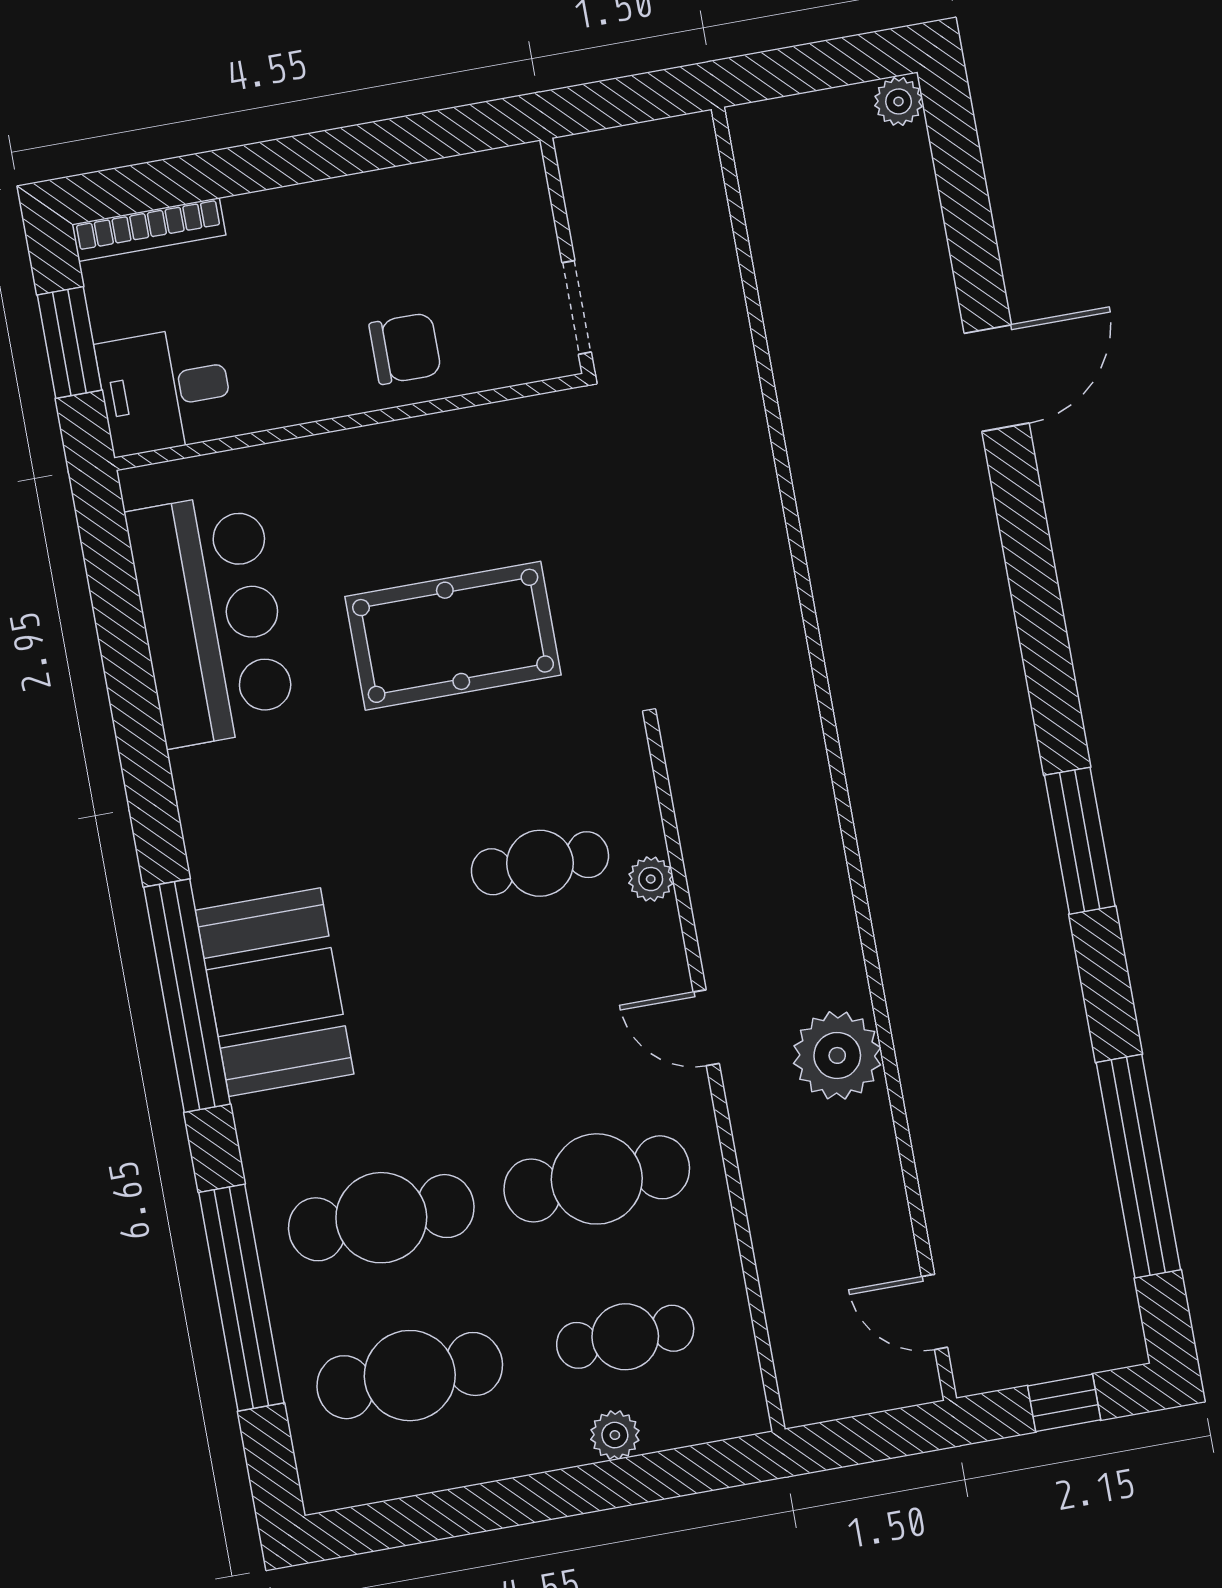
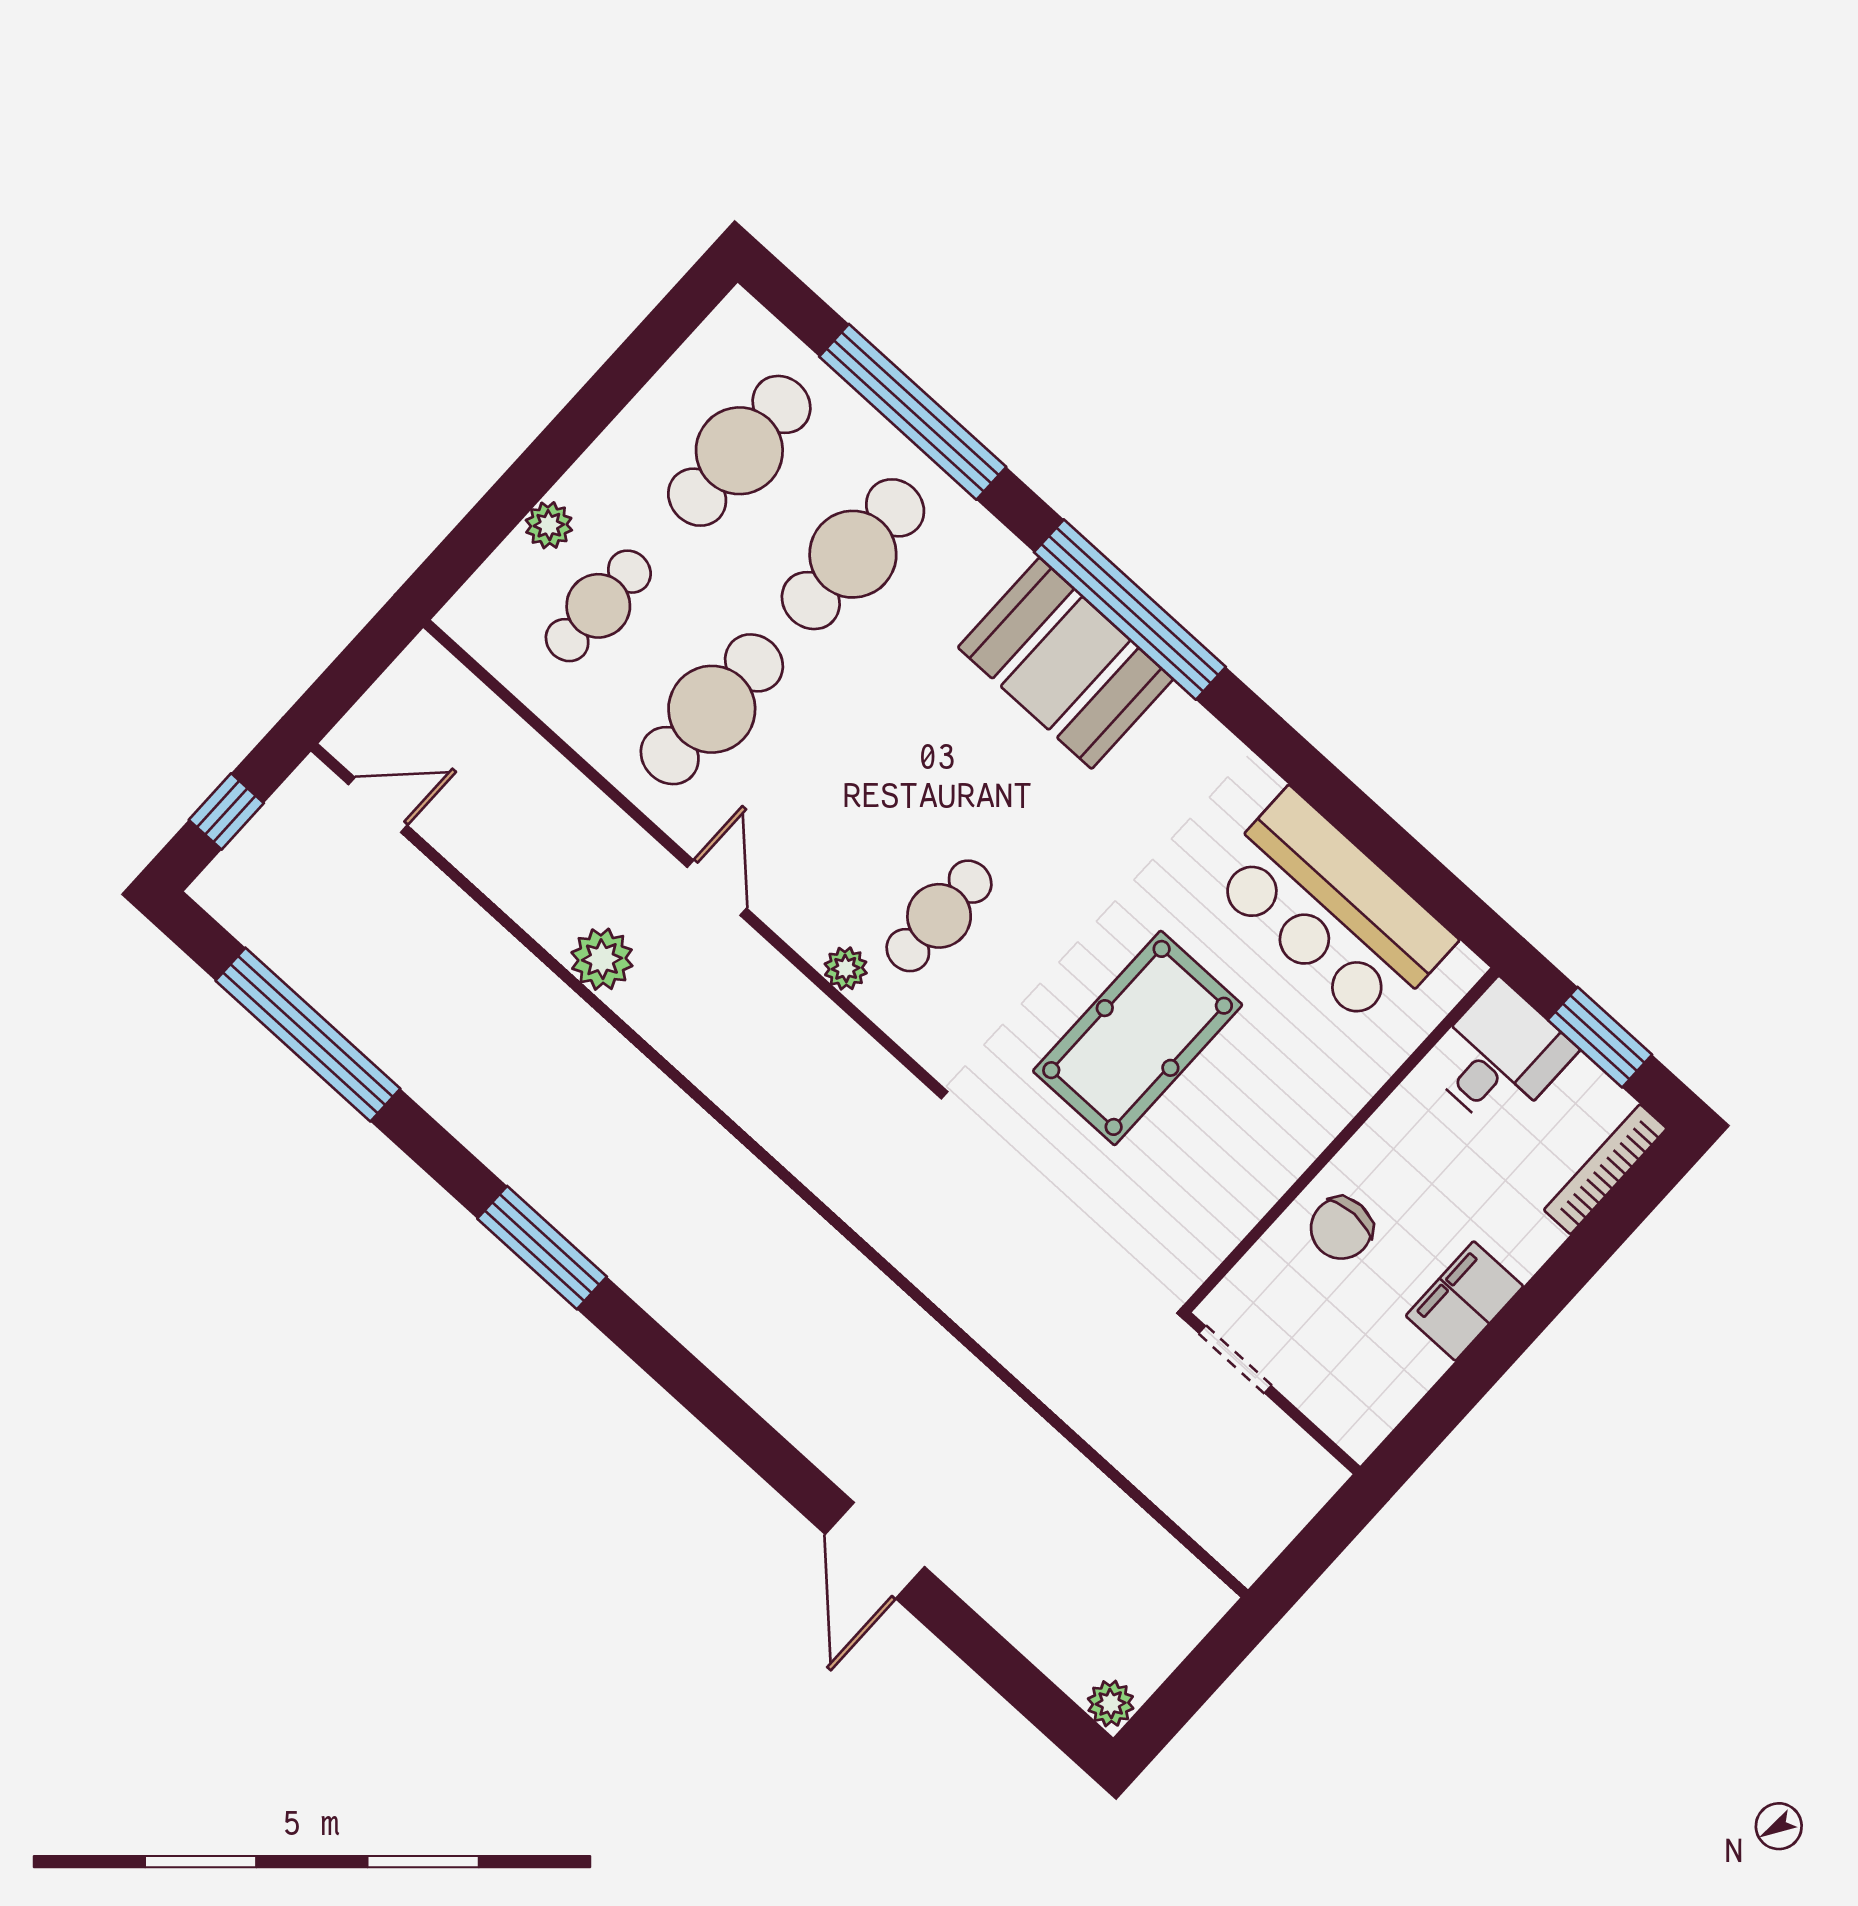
filing cabinet: (349, 210) -> (1465, 1301), added
door: (706, 1028) -> (717, 888), hinge flipped
plant: (837, 1055) -> (602, 959), width x0.73, depth x0.73

